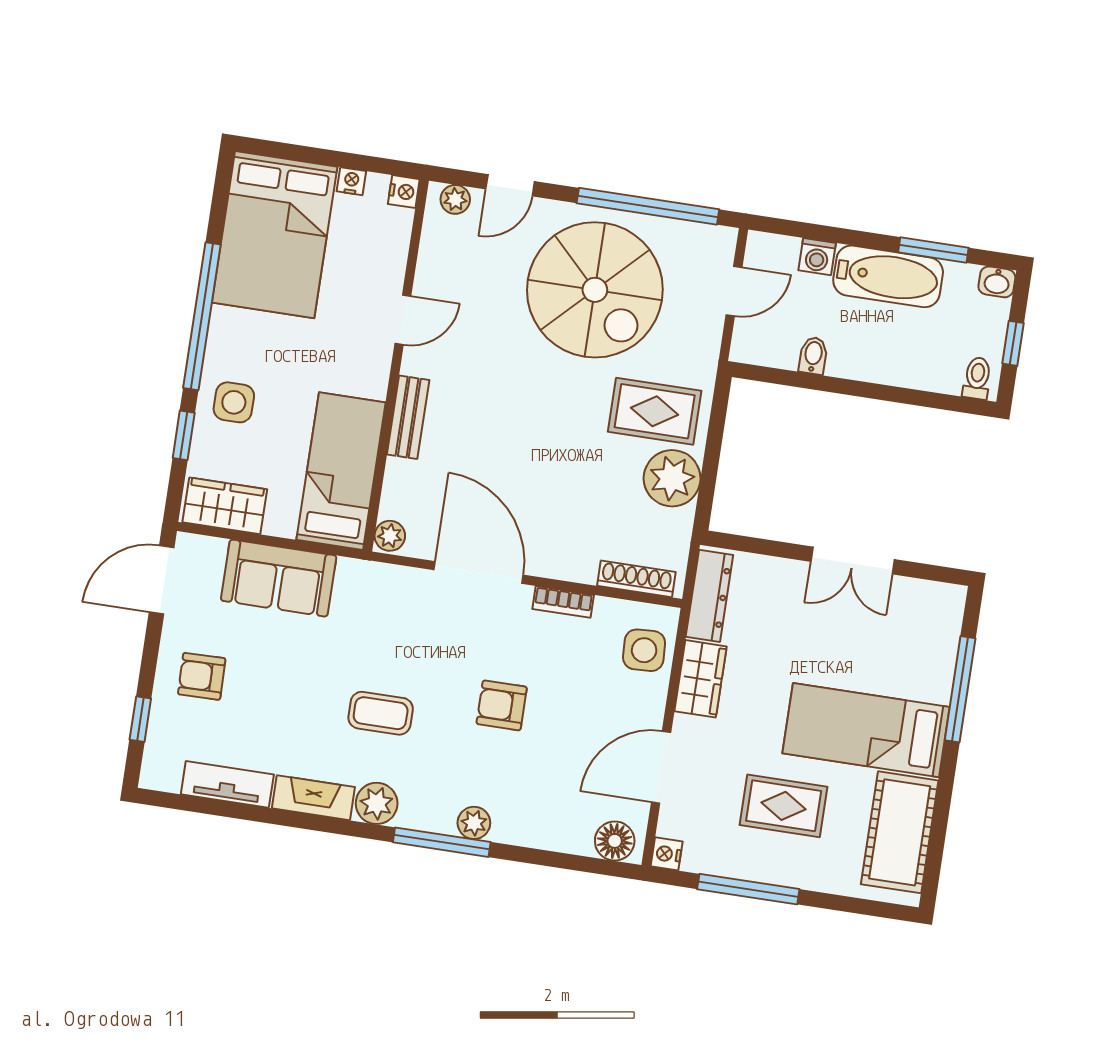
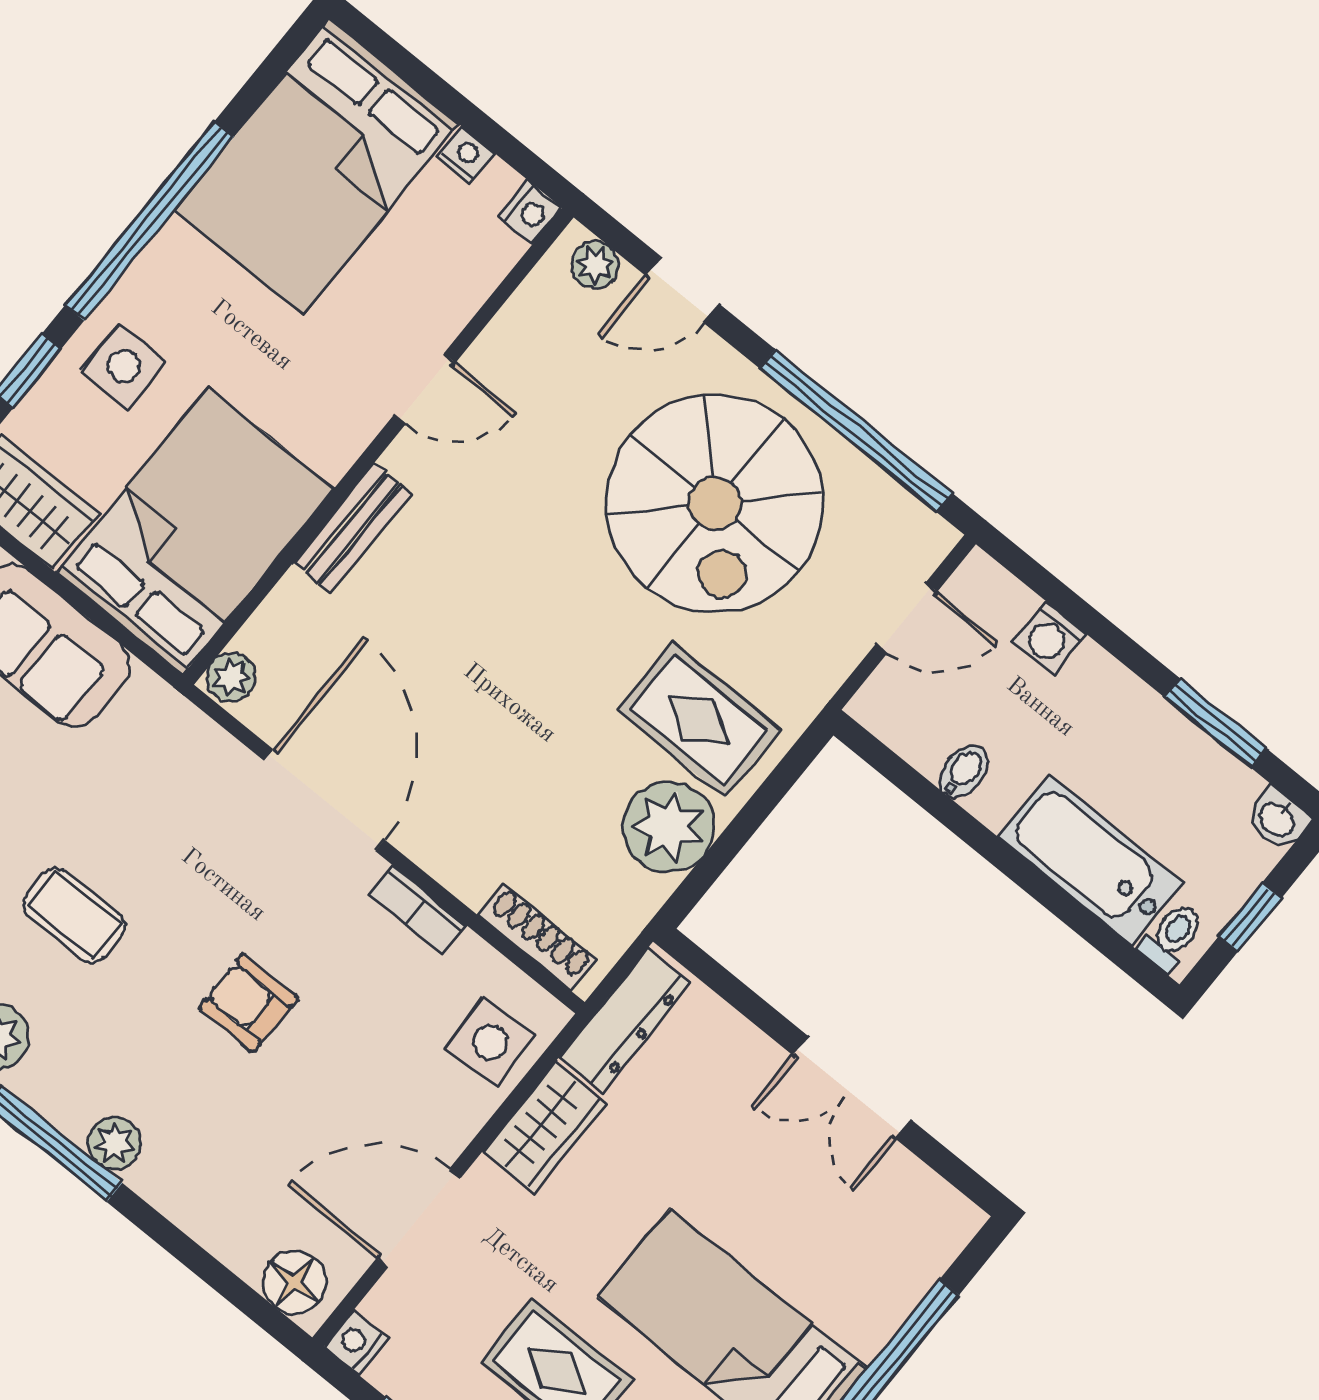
bathtub: (888, 276) -> (1091, 860), moved, turned 180
bed: (341, 471) -> (195, 531), width x1.50

